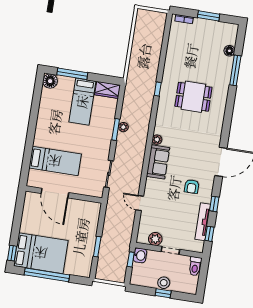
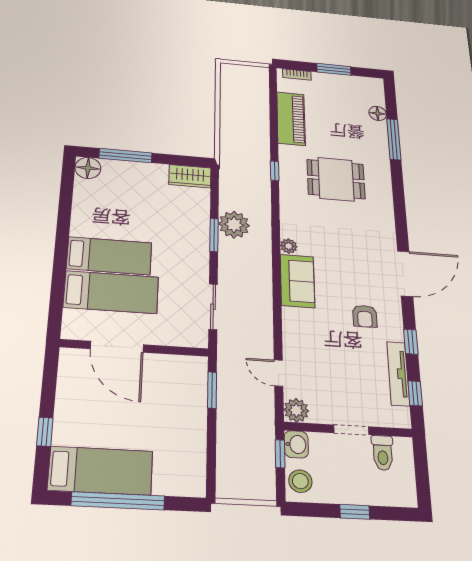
piano: (174, 52) -> (291, 119), added
bed: (82, 102) -> (109, 256), moved, turned -90
plant: (123, 127) -> (234, 225), width x1.87, depth x1.87
door: (140, 203) -> (278, 373), moved
plant: (155, 239) -> (296, 410), moved
window: (97, 247) -> (212, 390), moved
window: (12, 253) -> (45, 432), moved
bed: (41, 253) -> (101, 471), width x0.67
toilet: (195, 266) -> (383, 453), moved
stool: (164, 283) -> (300, 481), moved

